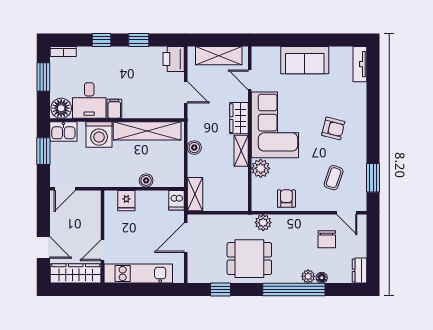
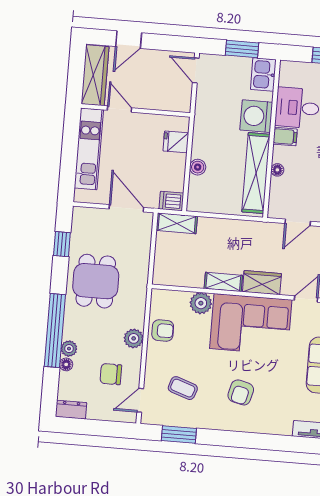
floor lamp: (61, 108) -> (277, 170), moved, width x0.53, depth x0.53
boiler: (194, 148) -> (232, 227), removed
plant: (263, 223) -> (134, 338), moved

